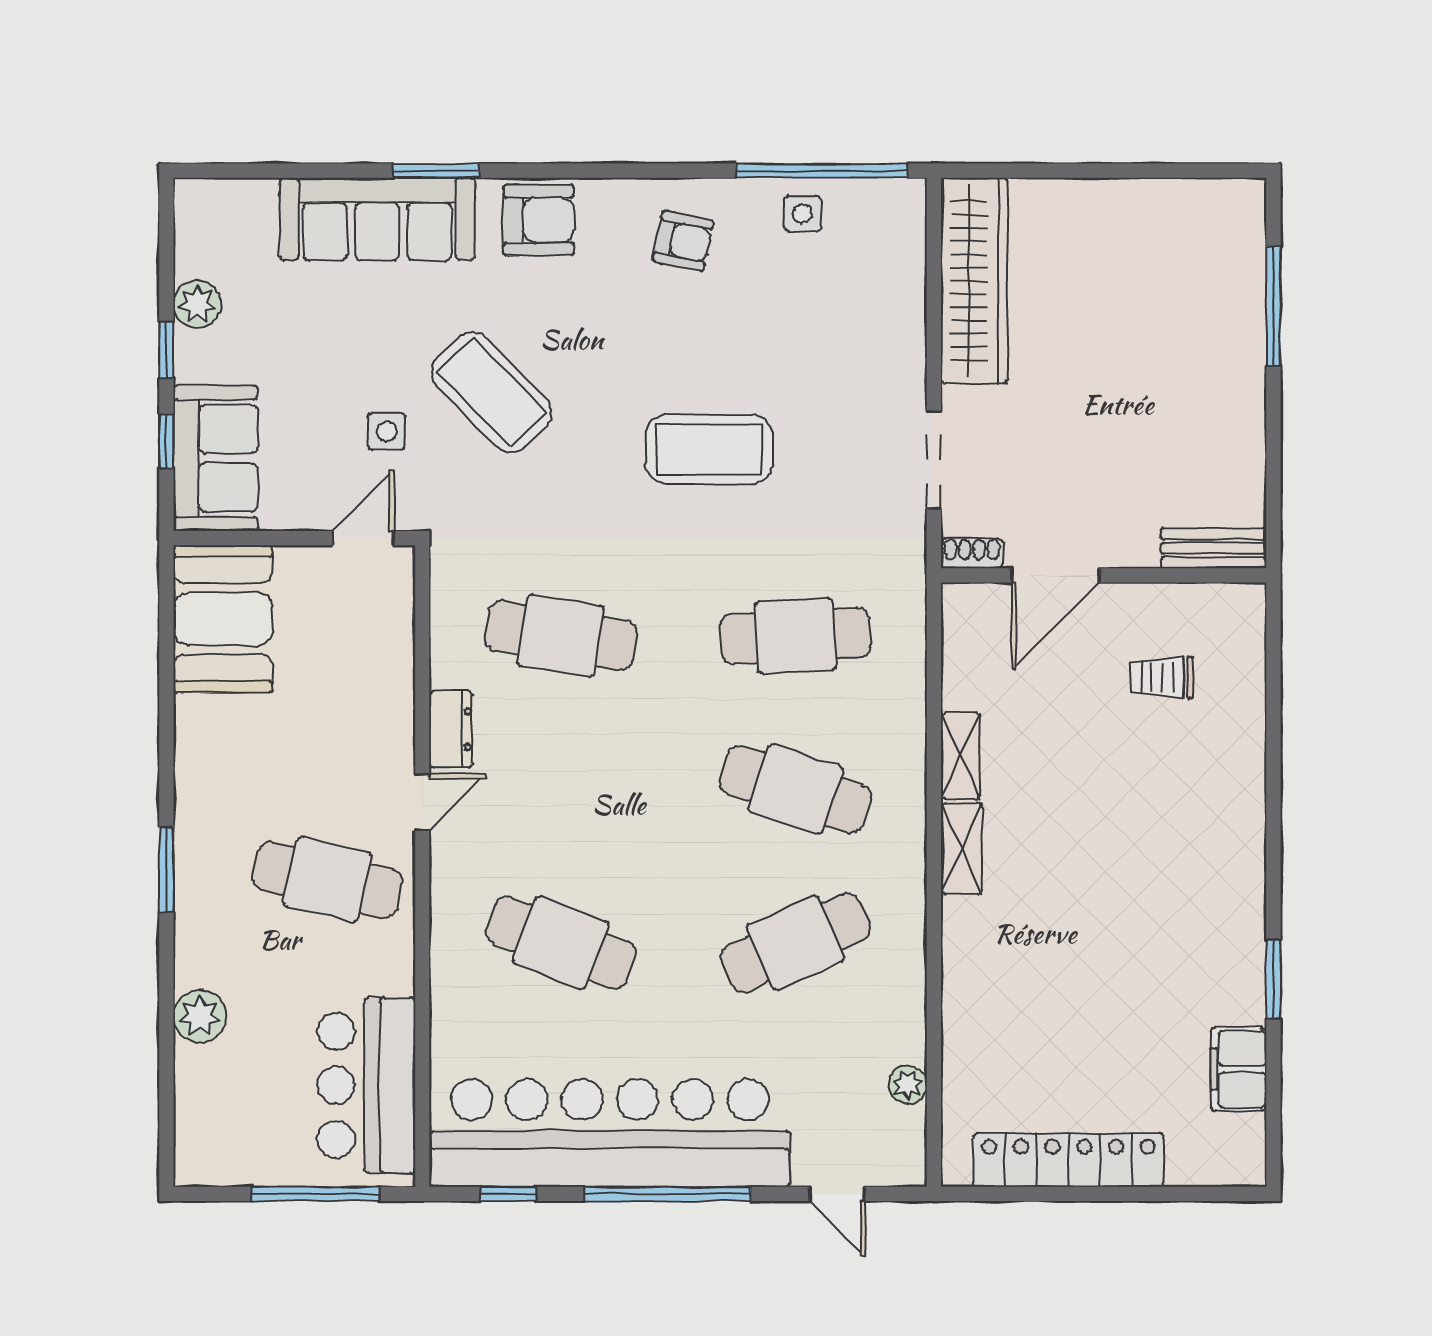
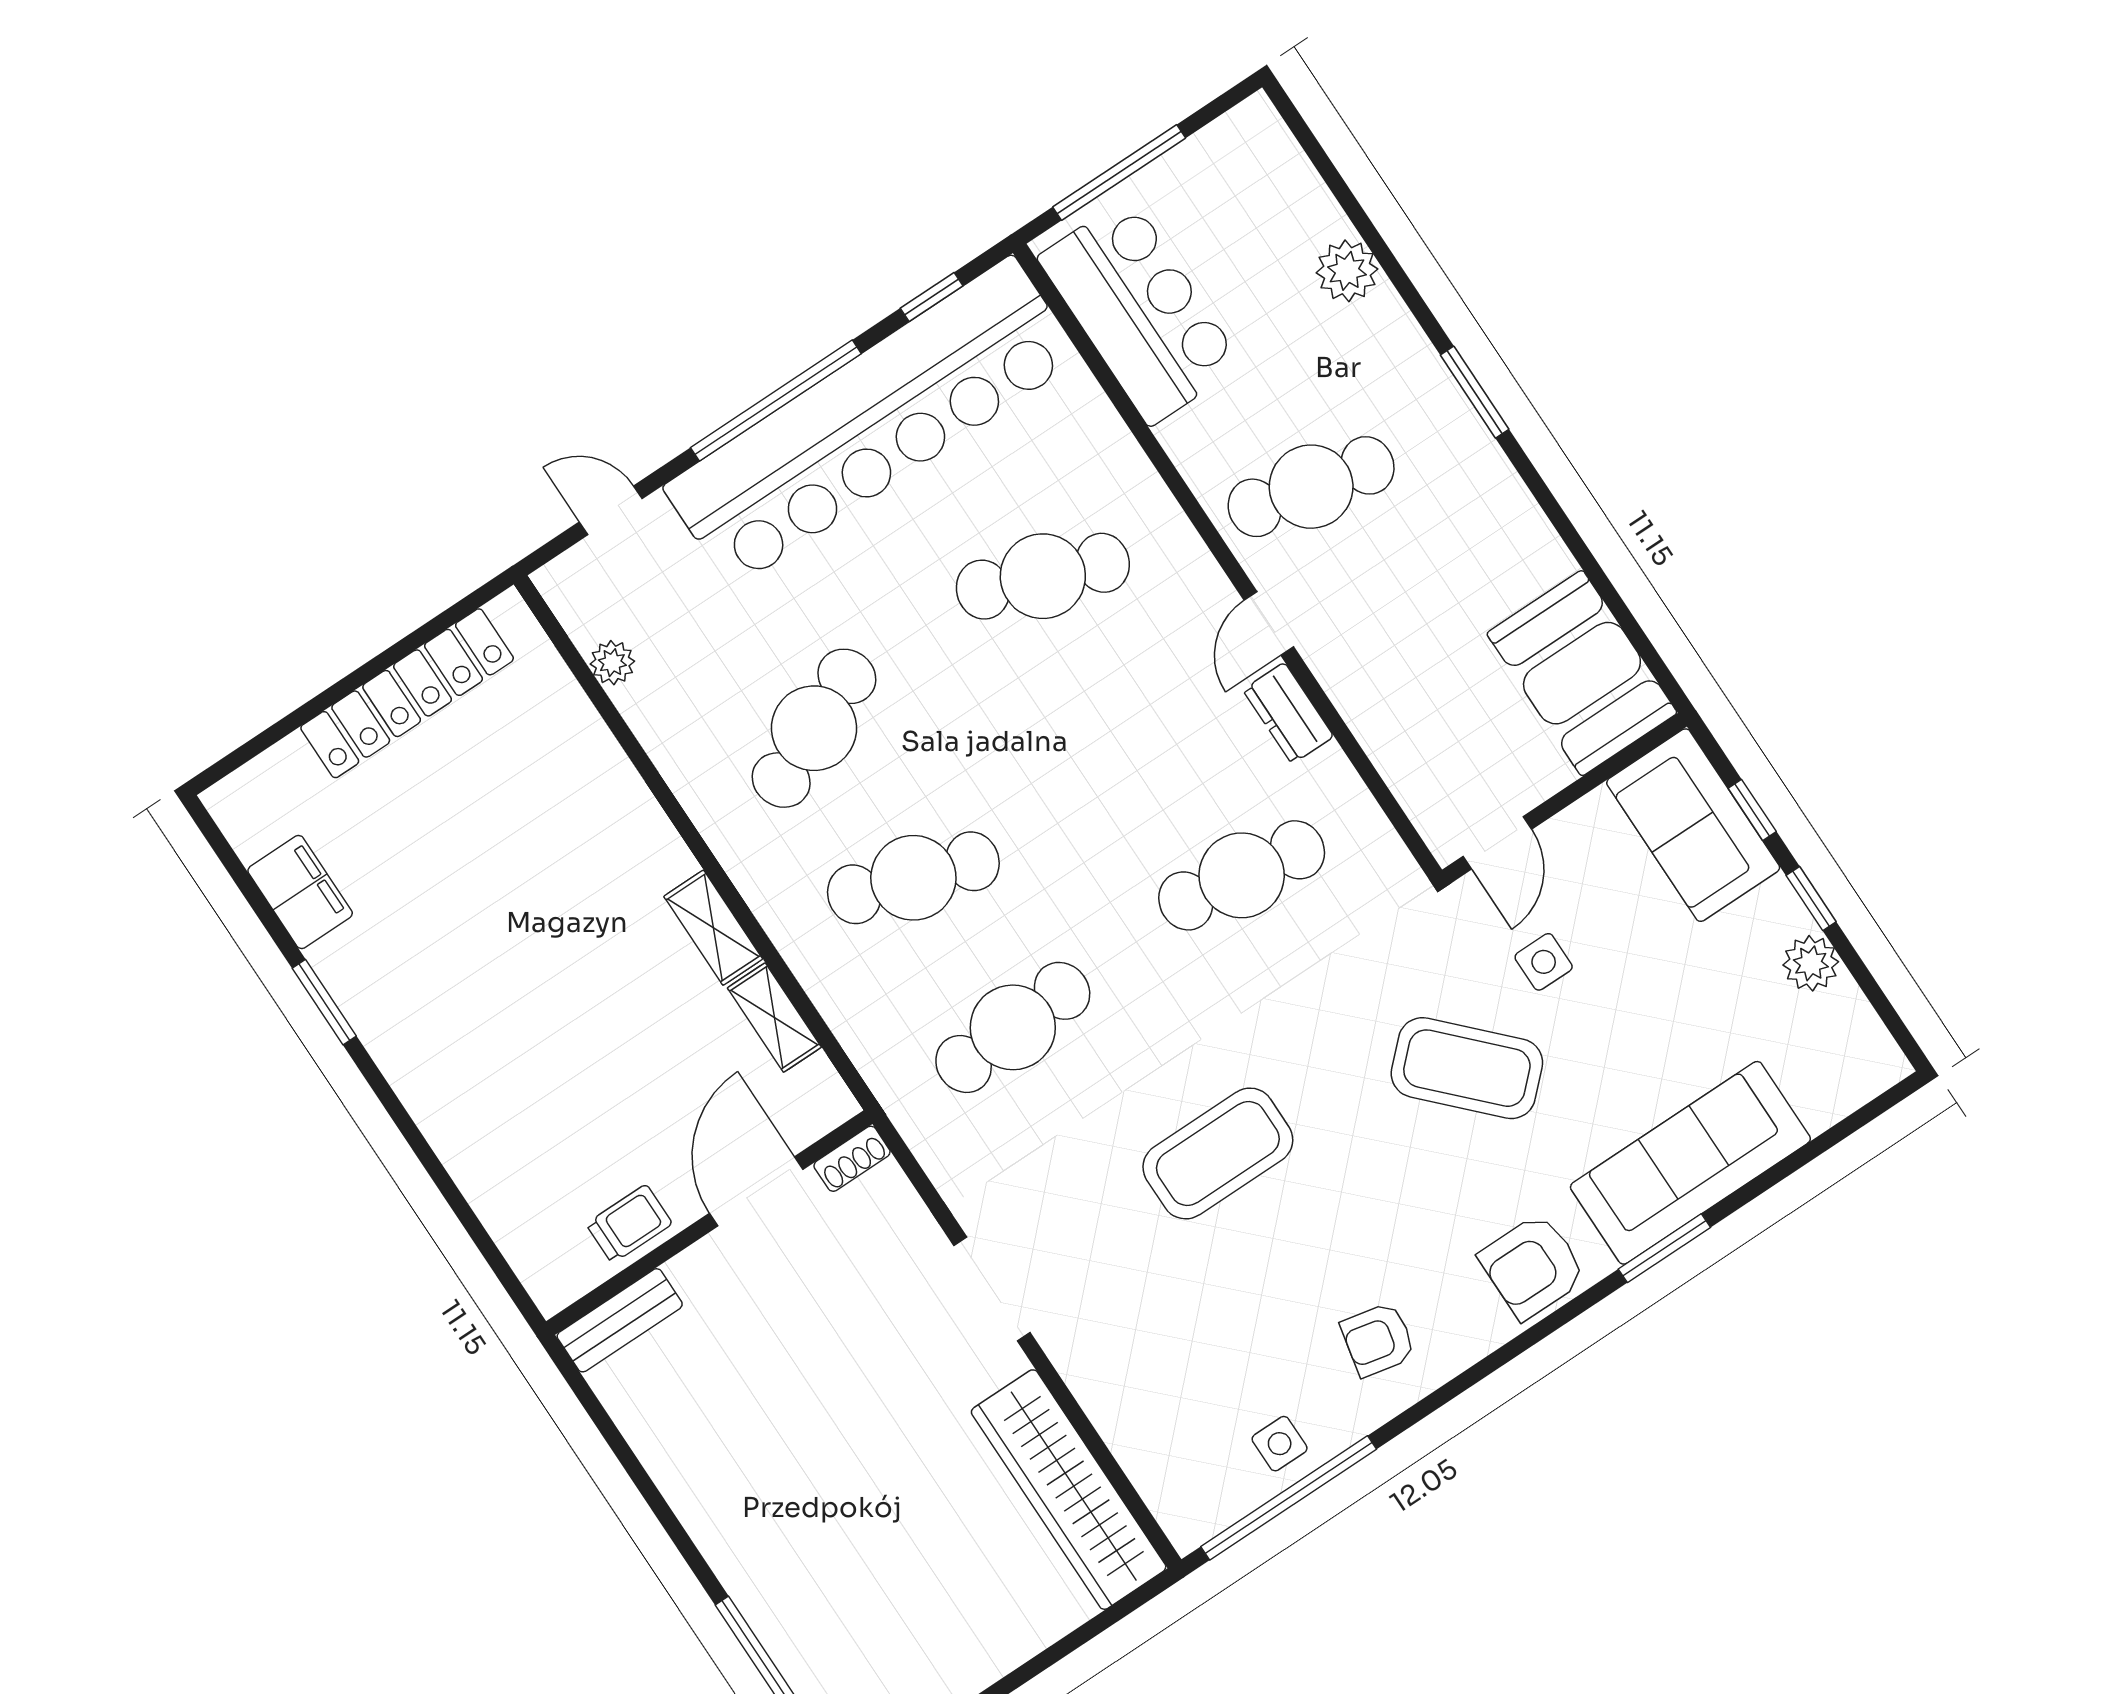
bench: (1214, 548) -> (620, 1320), moved
shoe rack: (972, 553) -> (852, 1159), moved
door: (1056, 575) -> (756, 1191), moved
wall: (1104, 575) -> (709, 1223), moved

